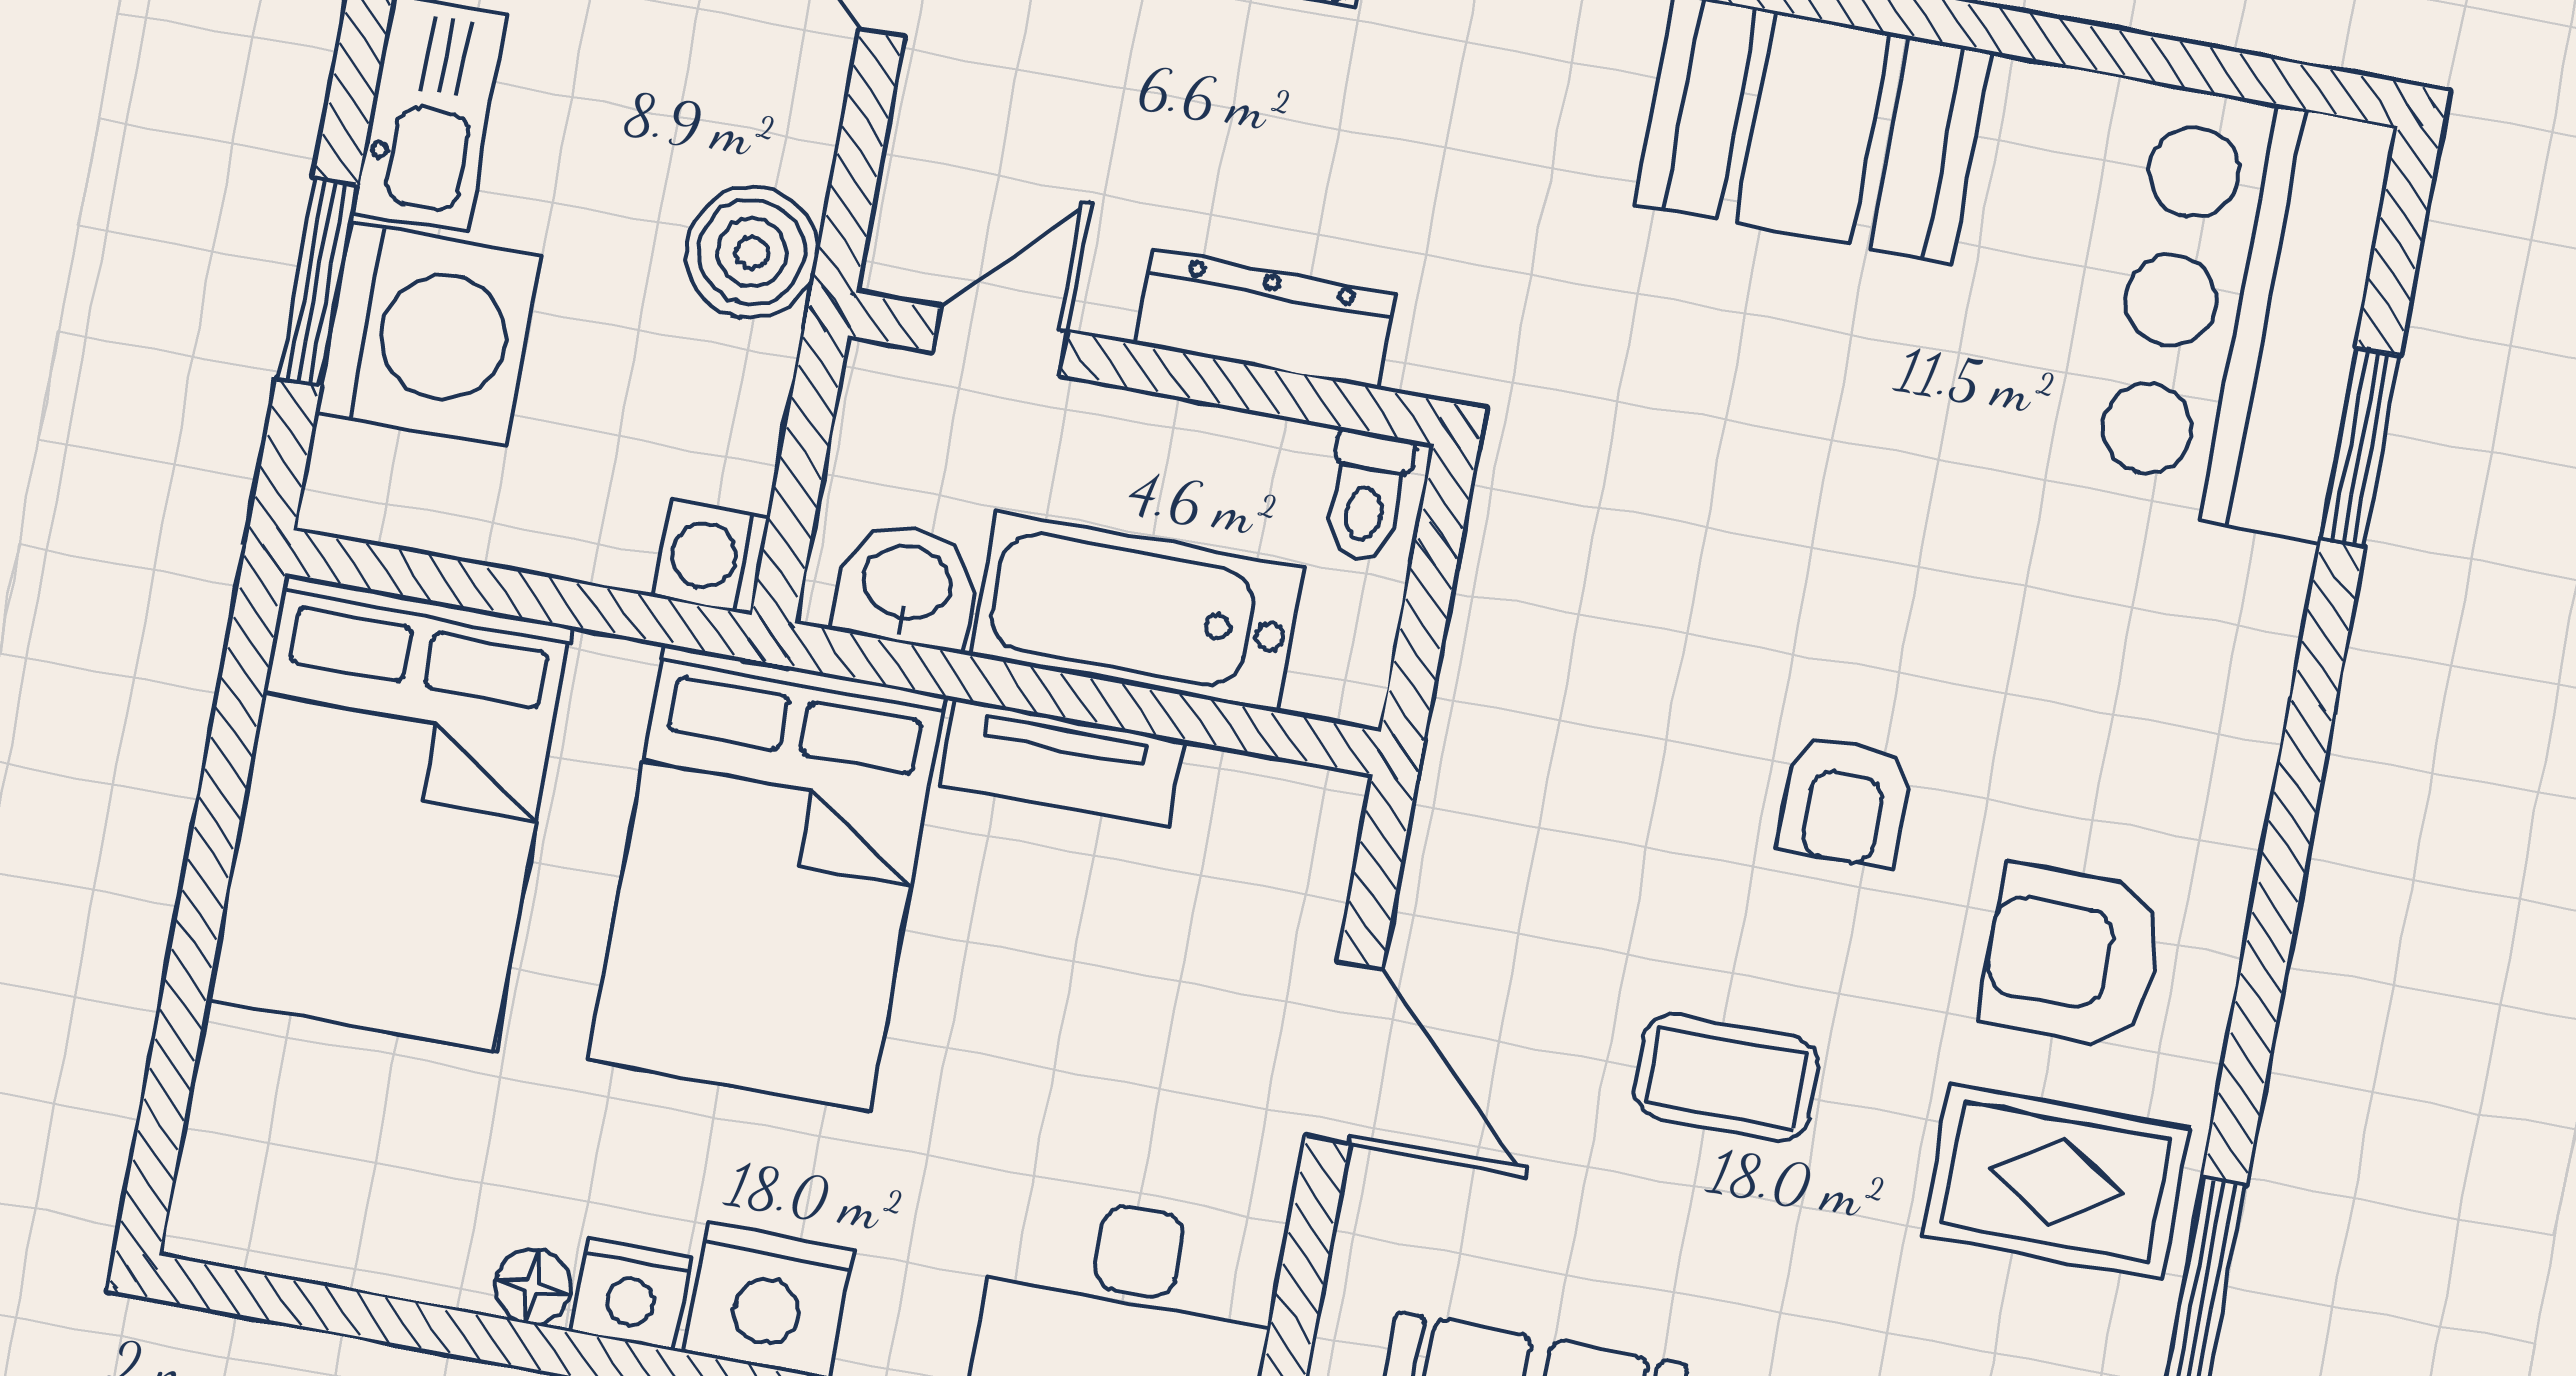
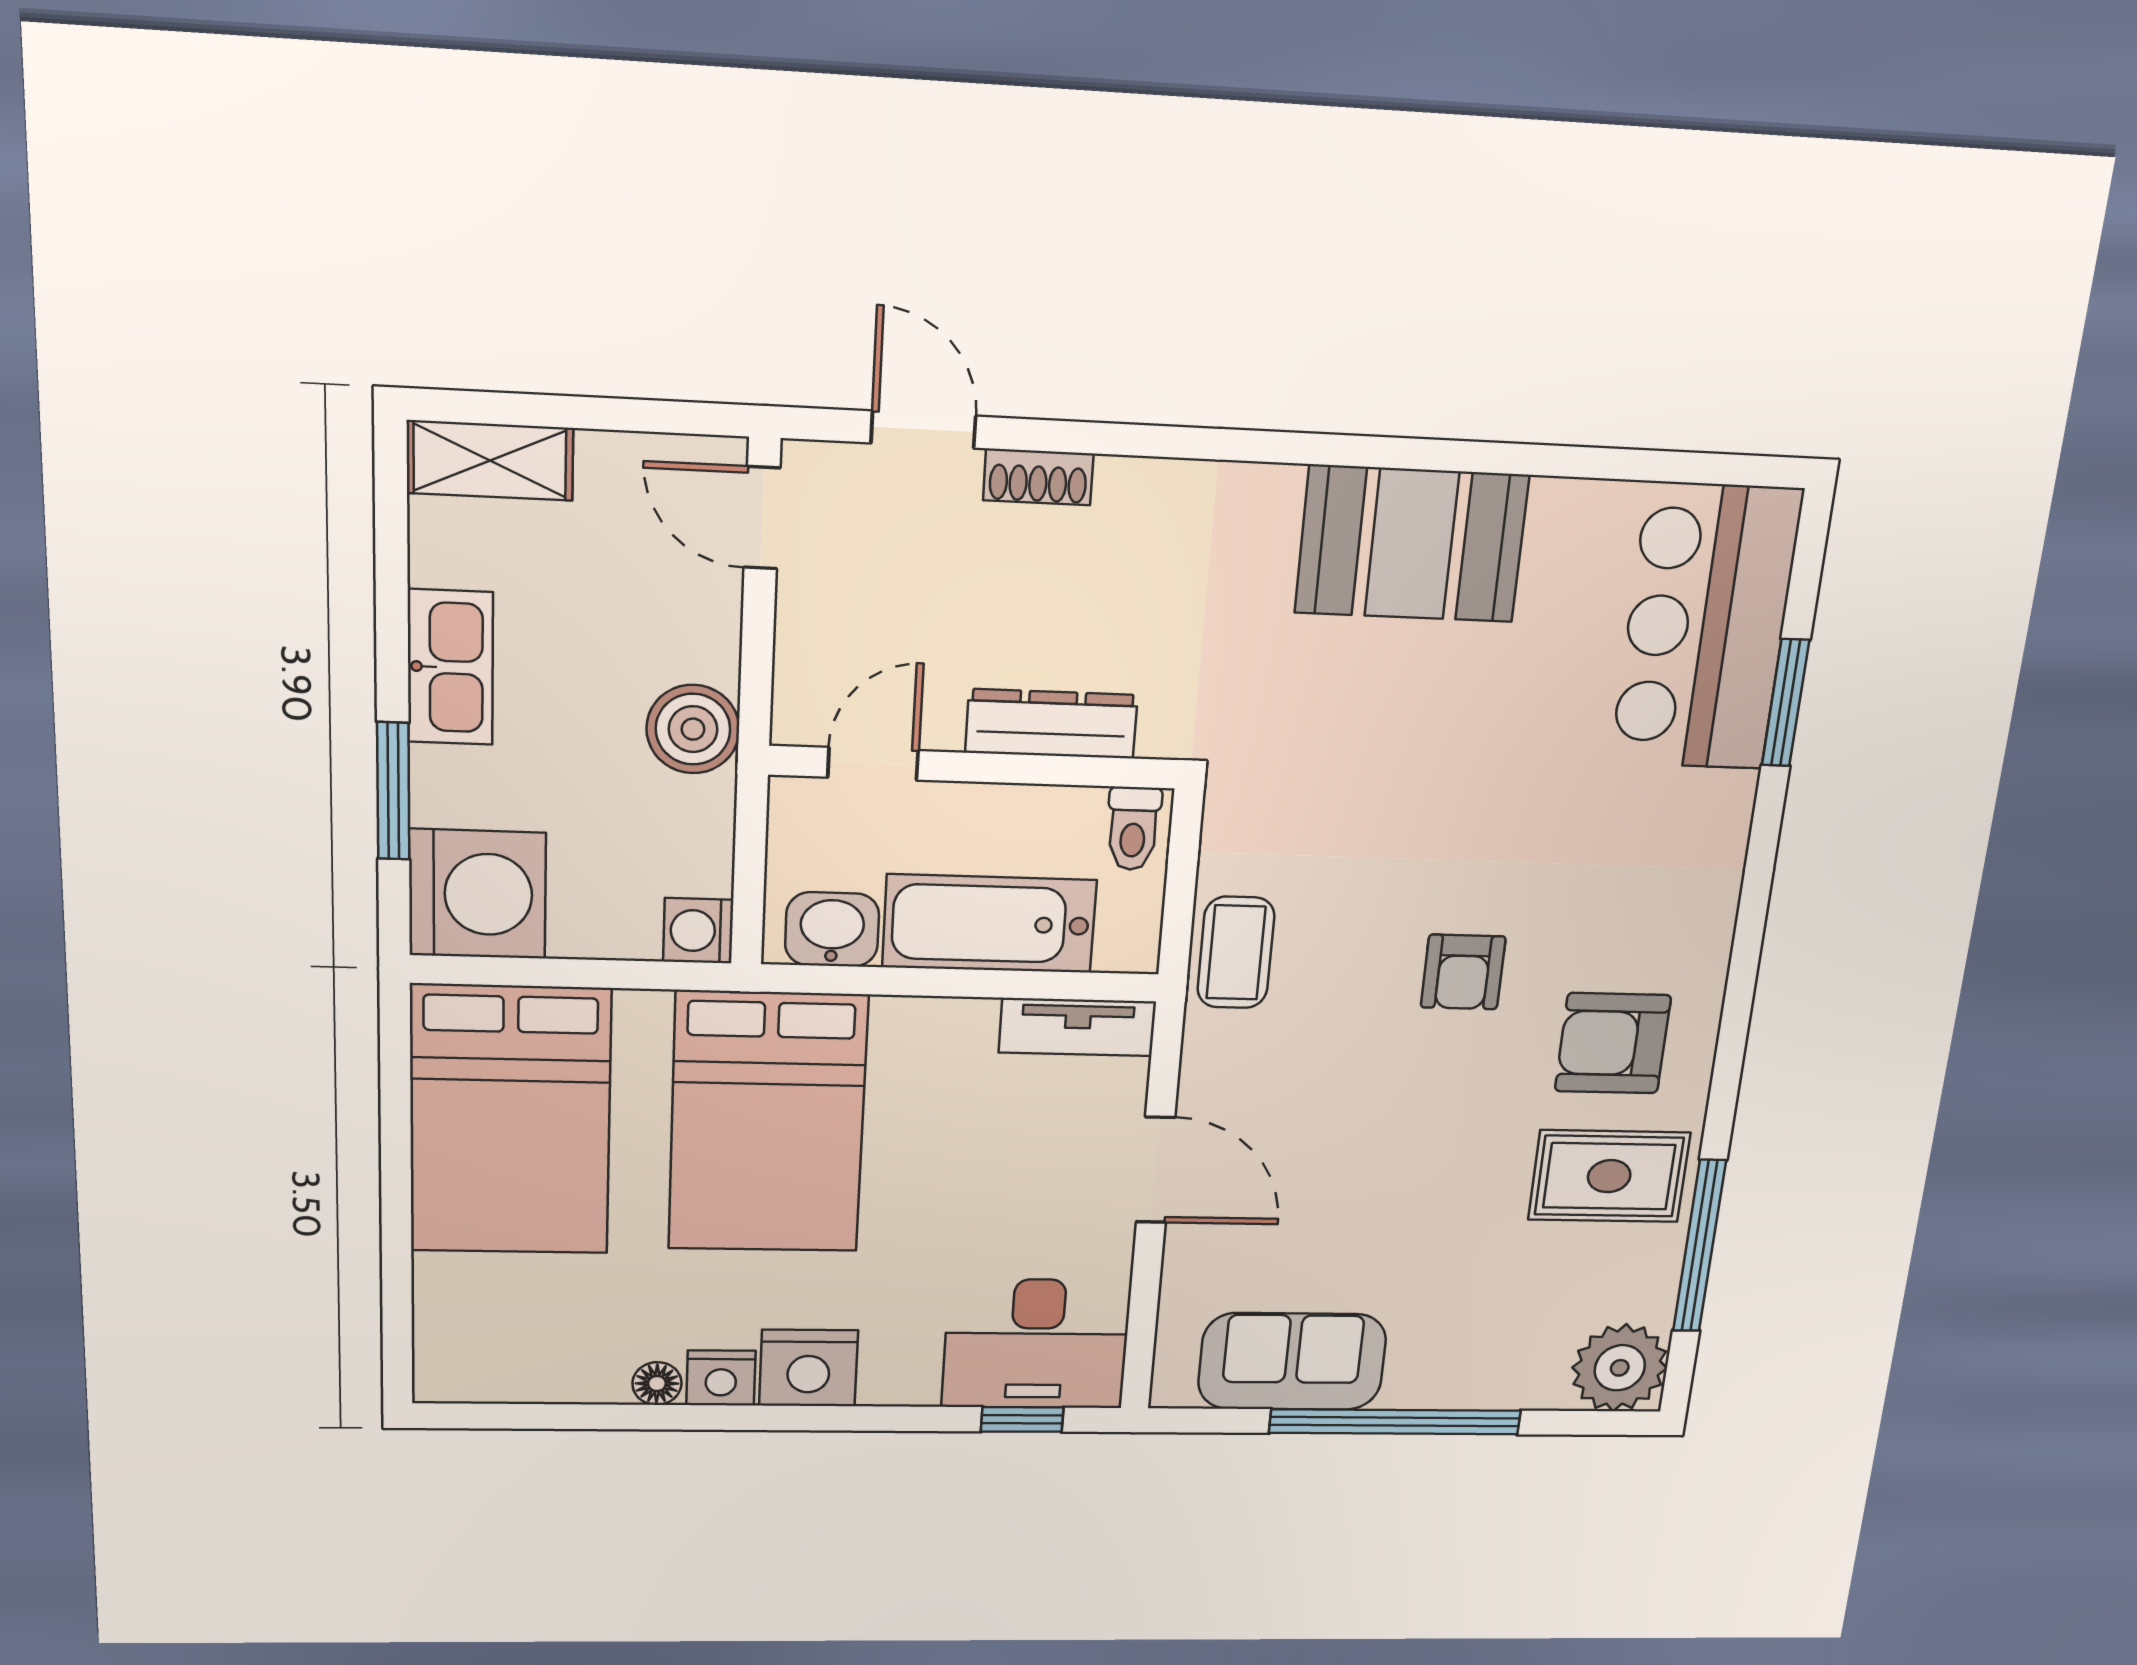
washing machine: (428, 334) -> (477, 894), moved
tv unit: (1061, 762) -> (1077, 1027), moved
coffee table: (1726, 1078) -> (1236, 953), moved, turned 90

